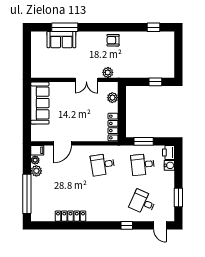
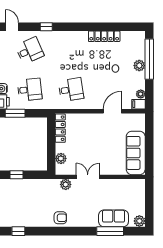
plant: (36, 37) -> (139, 221), added
window: (144, 141) -> (15, 113), moved
plant: (36, 171) -> (139, 66), moved
desk: (143, 202) -> (30, 51), turned -48

